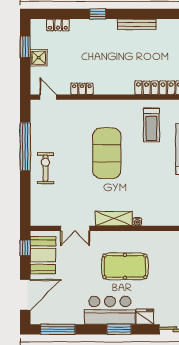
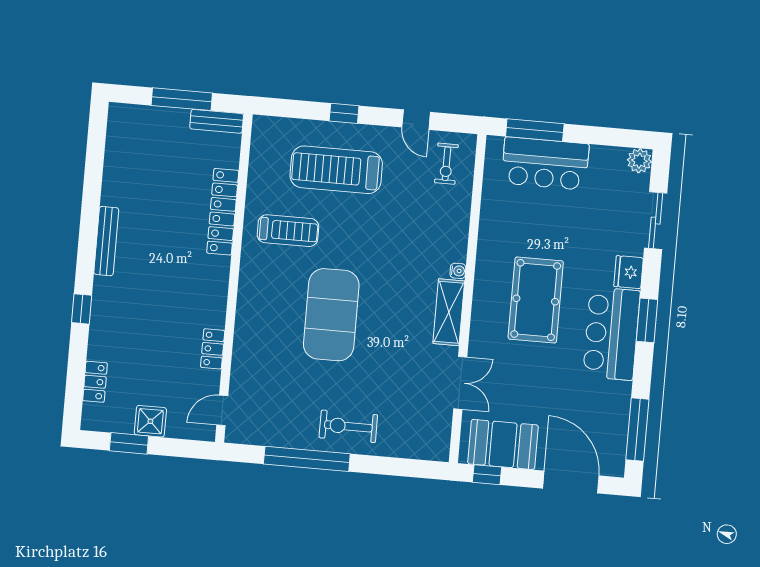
exercise mat: (107, 153) -> (331, 315), turned 90

